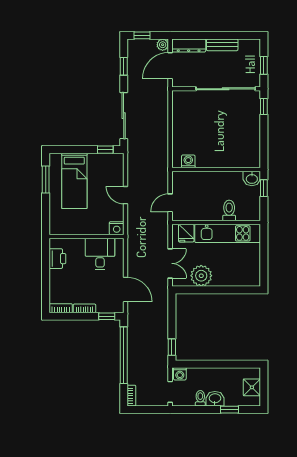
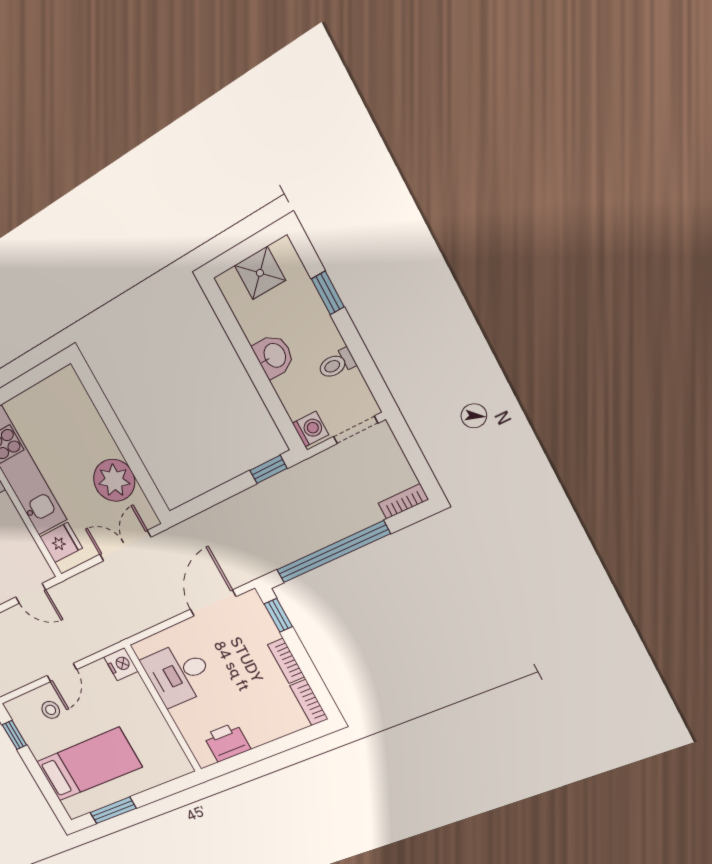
stool: (110, 178) -> (51, 710), added
washbasin: (215, 399) -> (274, 356), moved, turned 180

